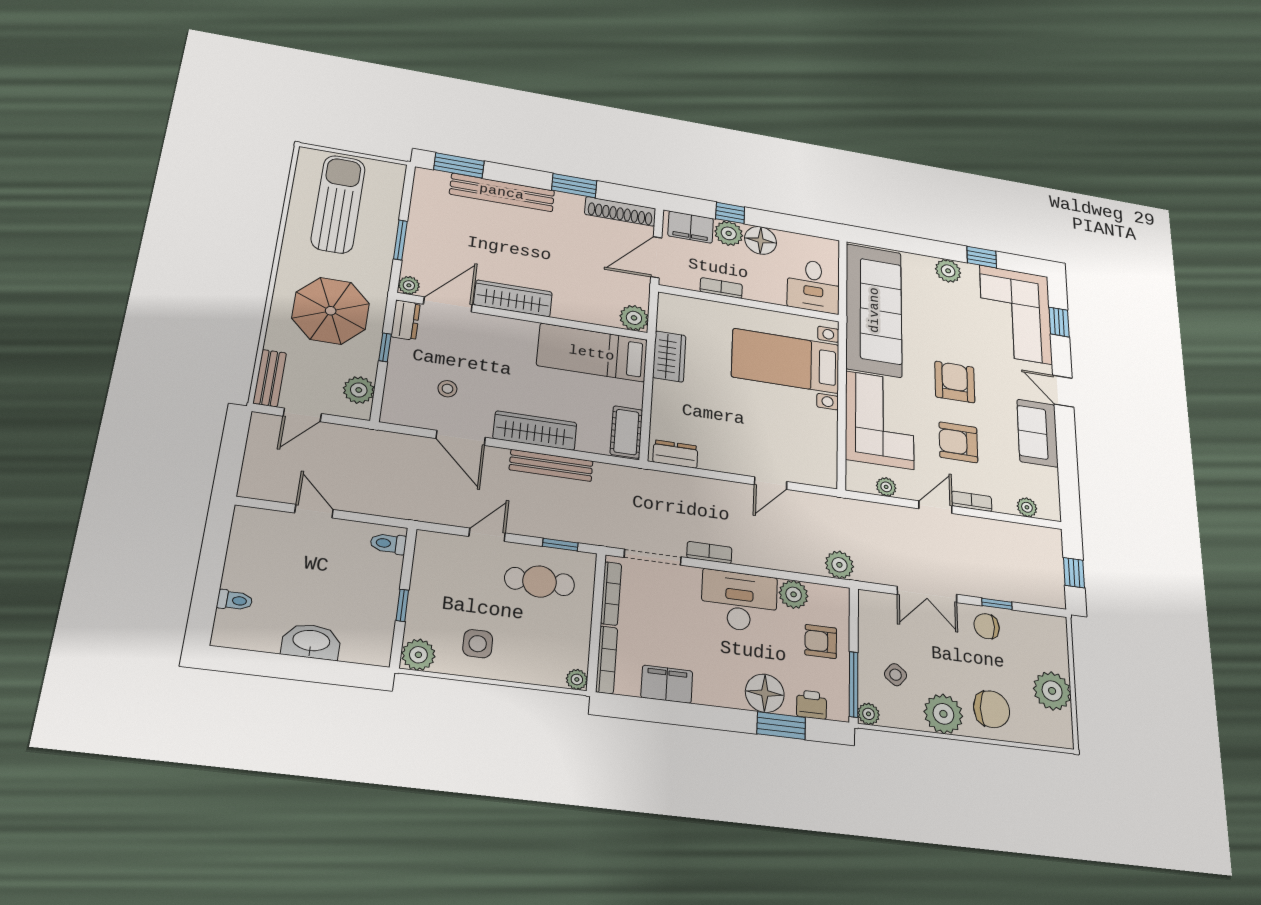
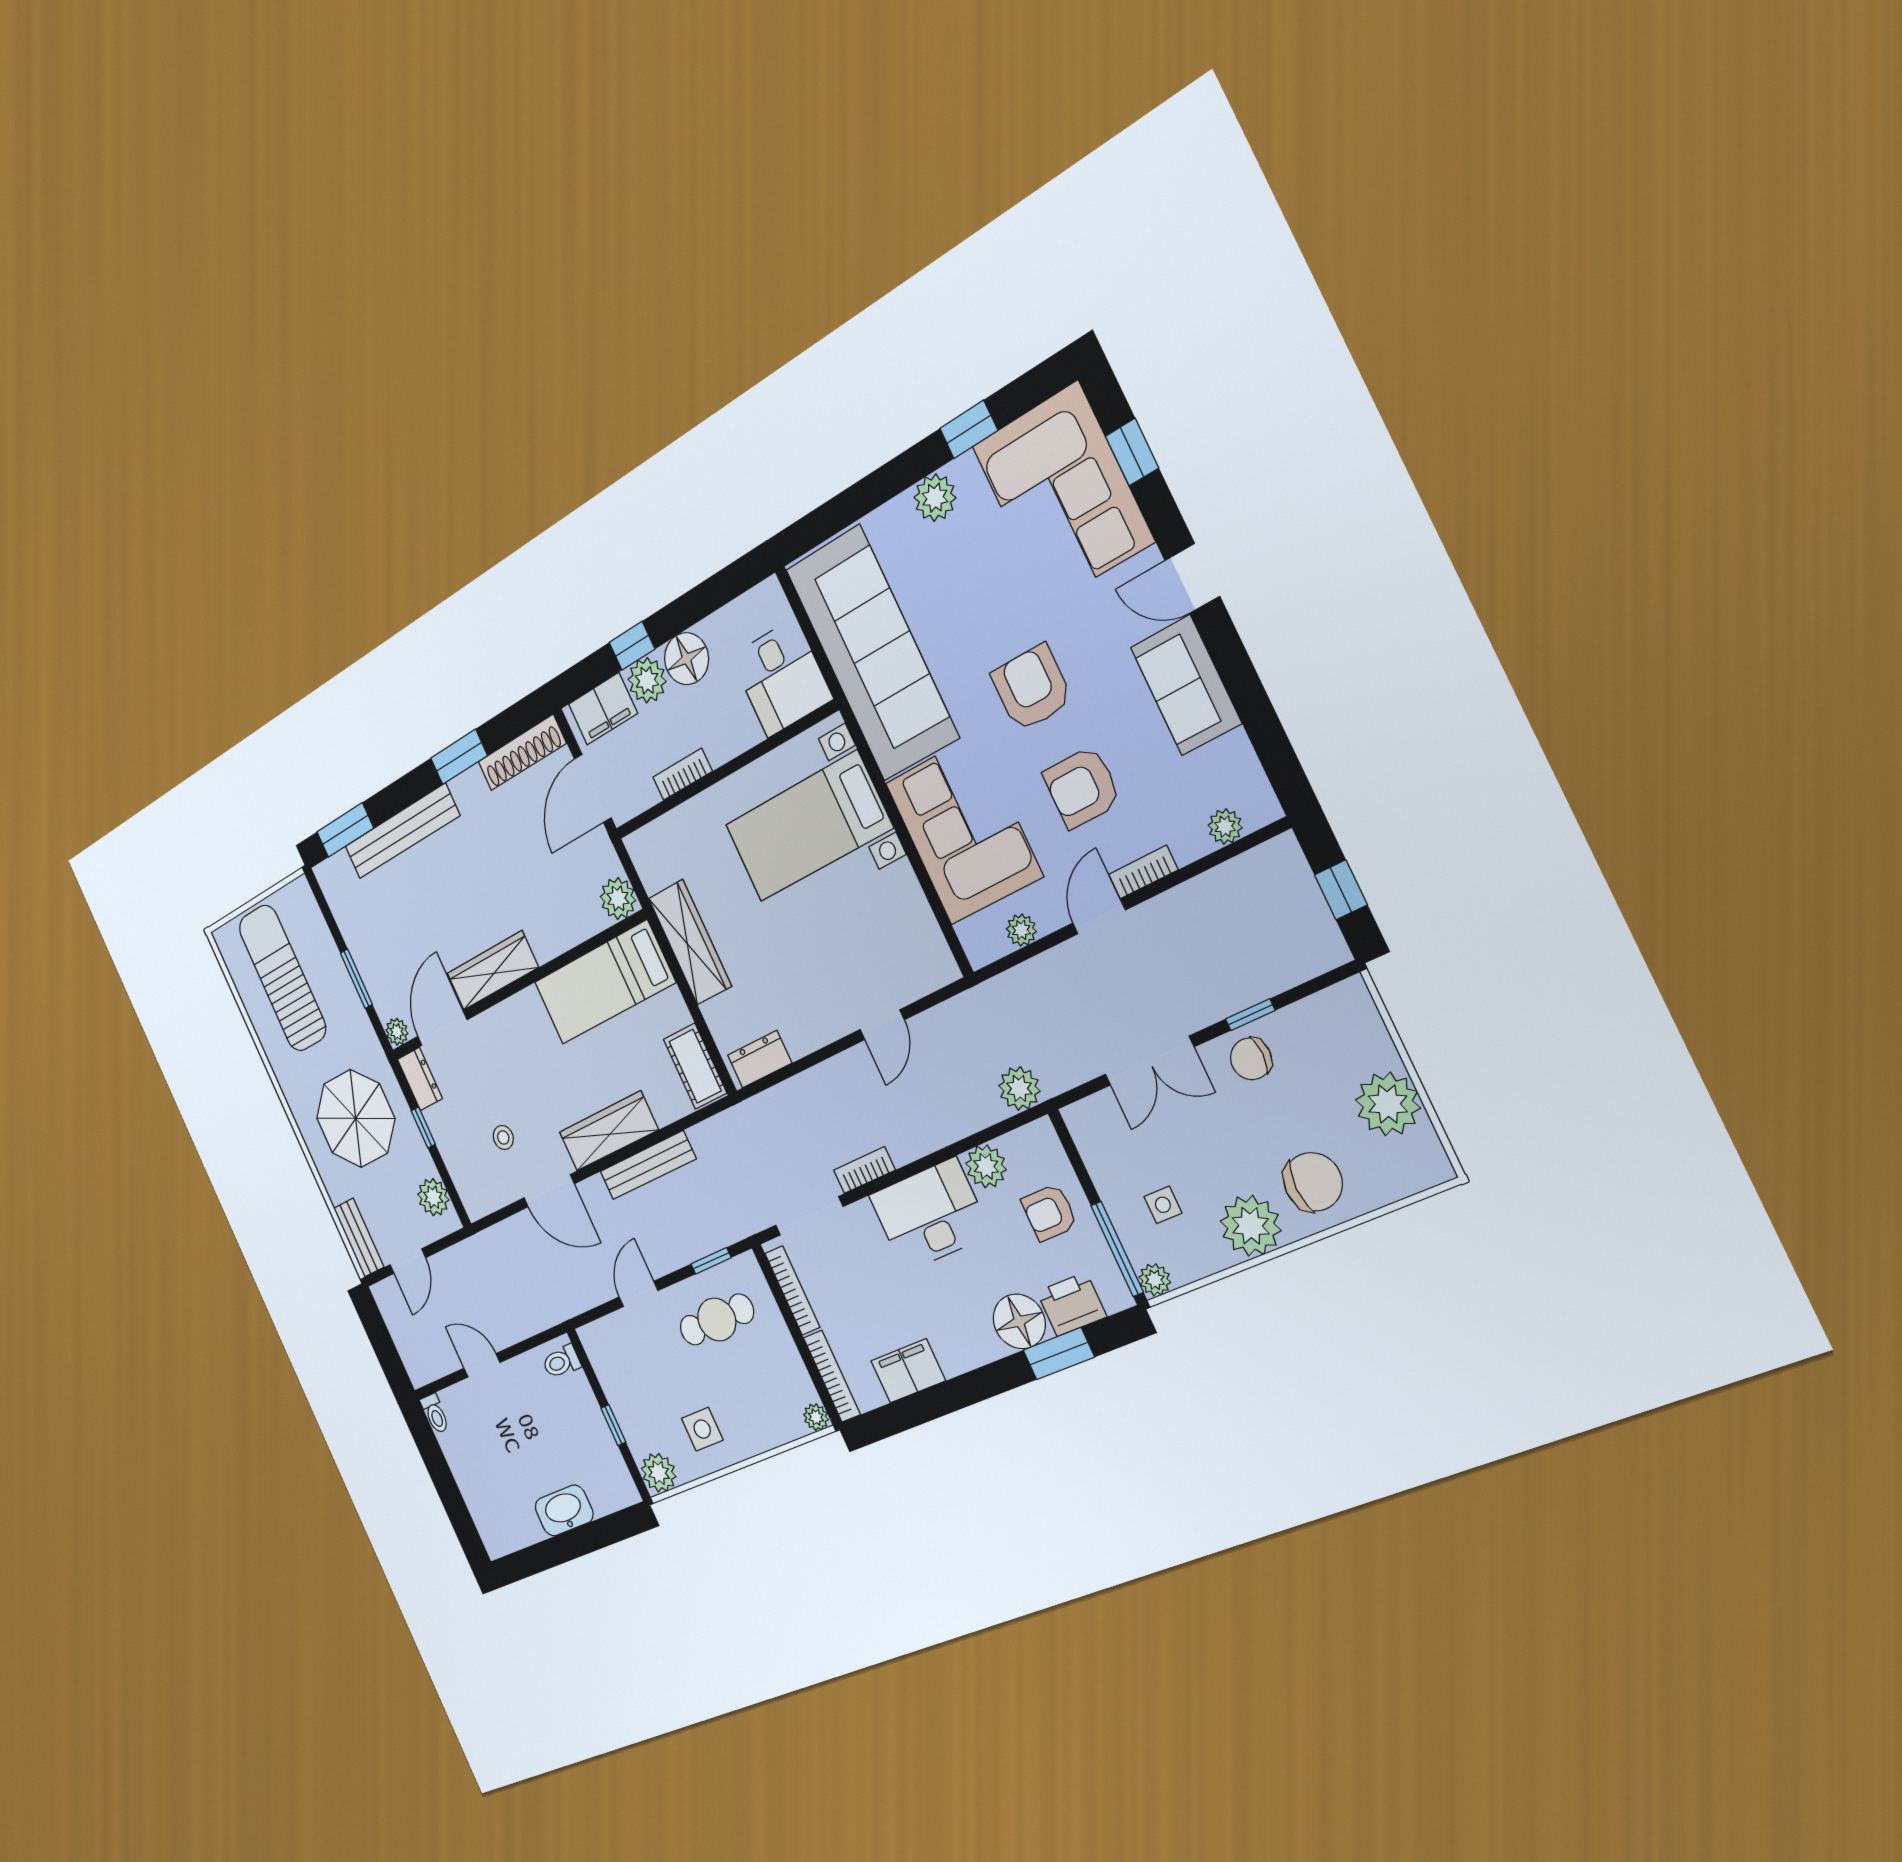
wardrobe: (669, 356) -> (690, 942), width x1.50
toilet: (235, 600) -> (435, 1414), moved, turned 90
side table: (896, 675) -> (1163, 1205), turned -38
printer: (812, 705) -> (1072, 1304), width x1.36, depth x1.24

